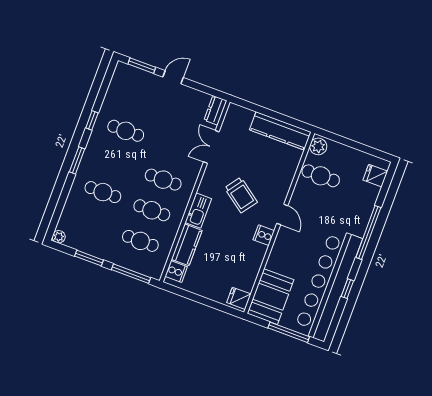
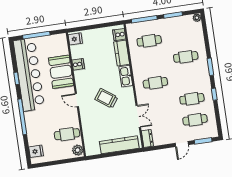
kitchen counter: (280, 131) -> (119, 145), moved
cafe table: (152, 210) -> (195, 120), moved
cooker: (264, 235) -> (78, 64), moved
booth: (271, 297) -> (61, 72), moved

